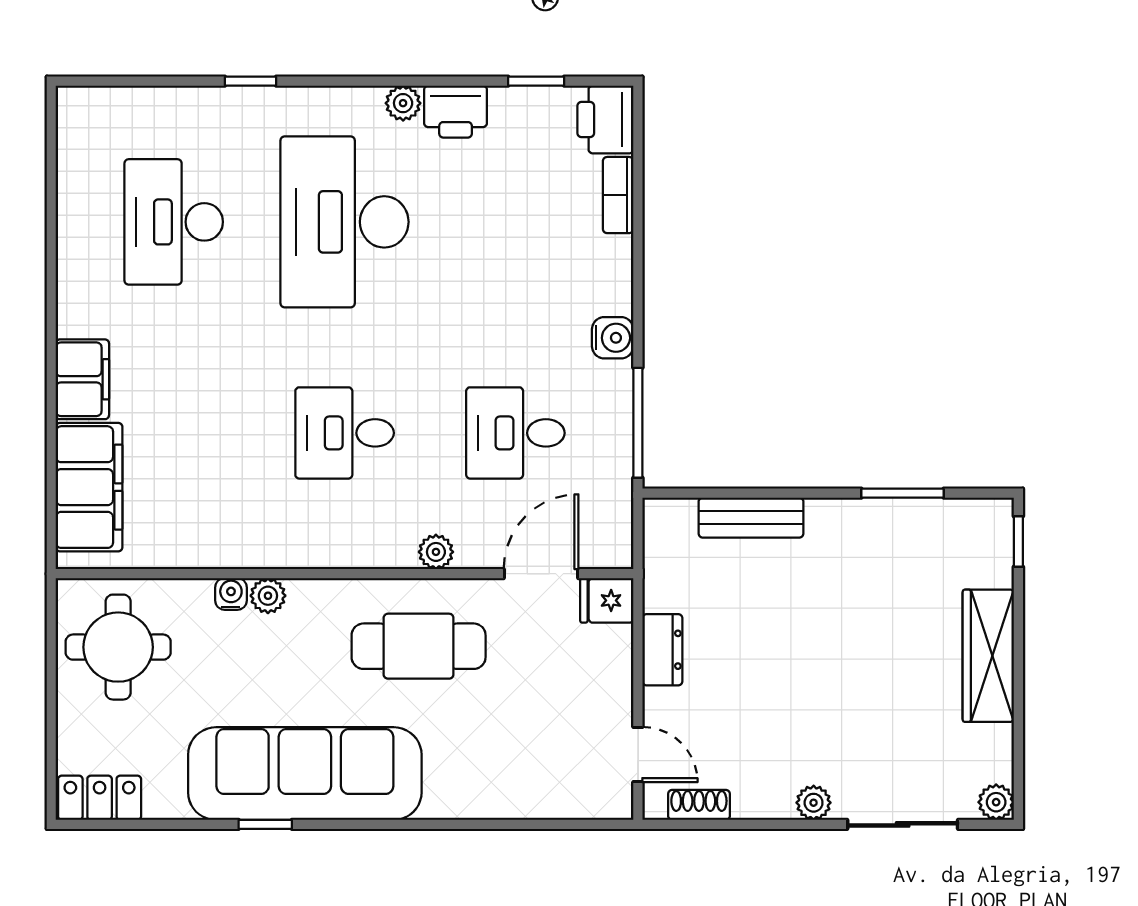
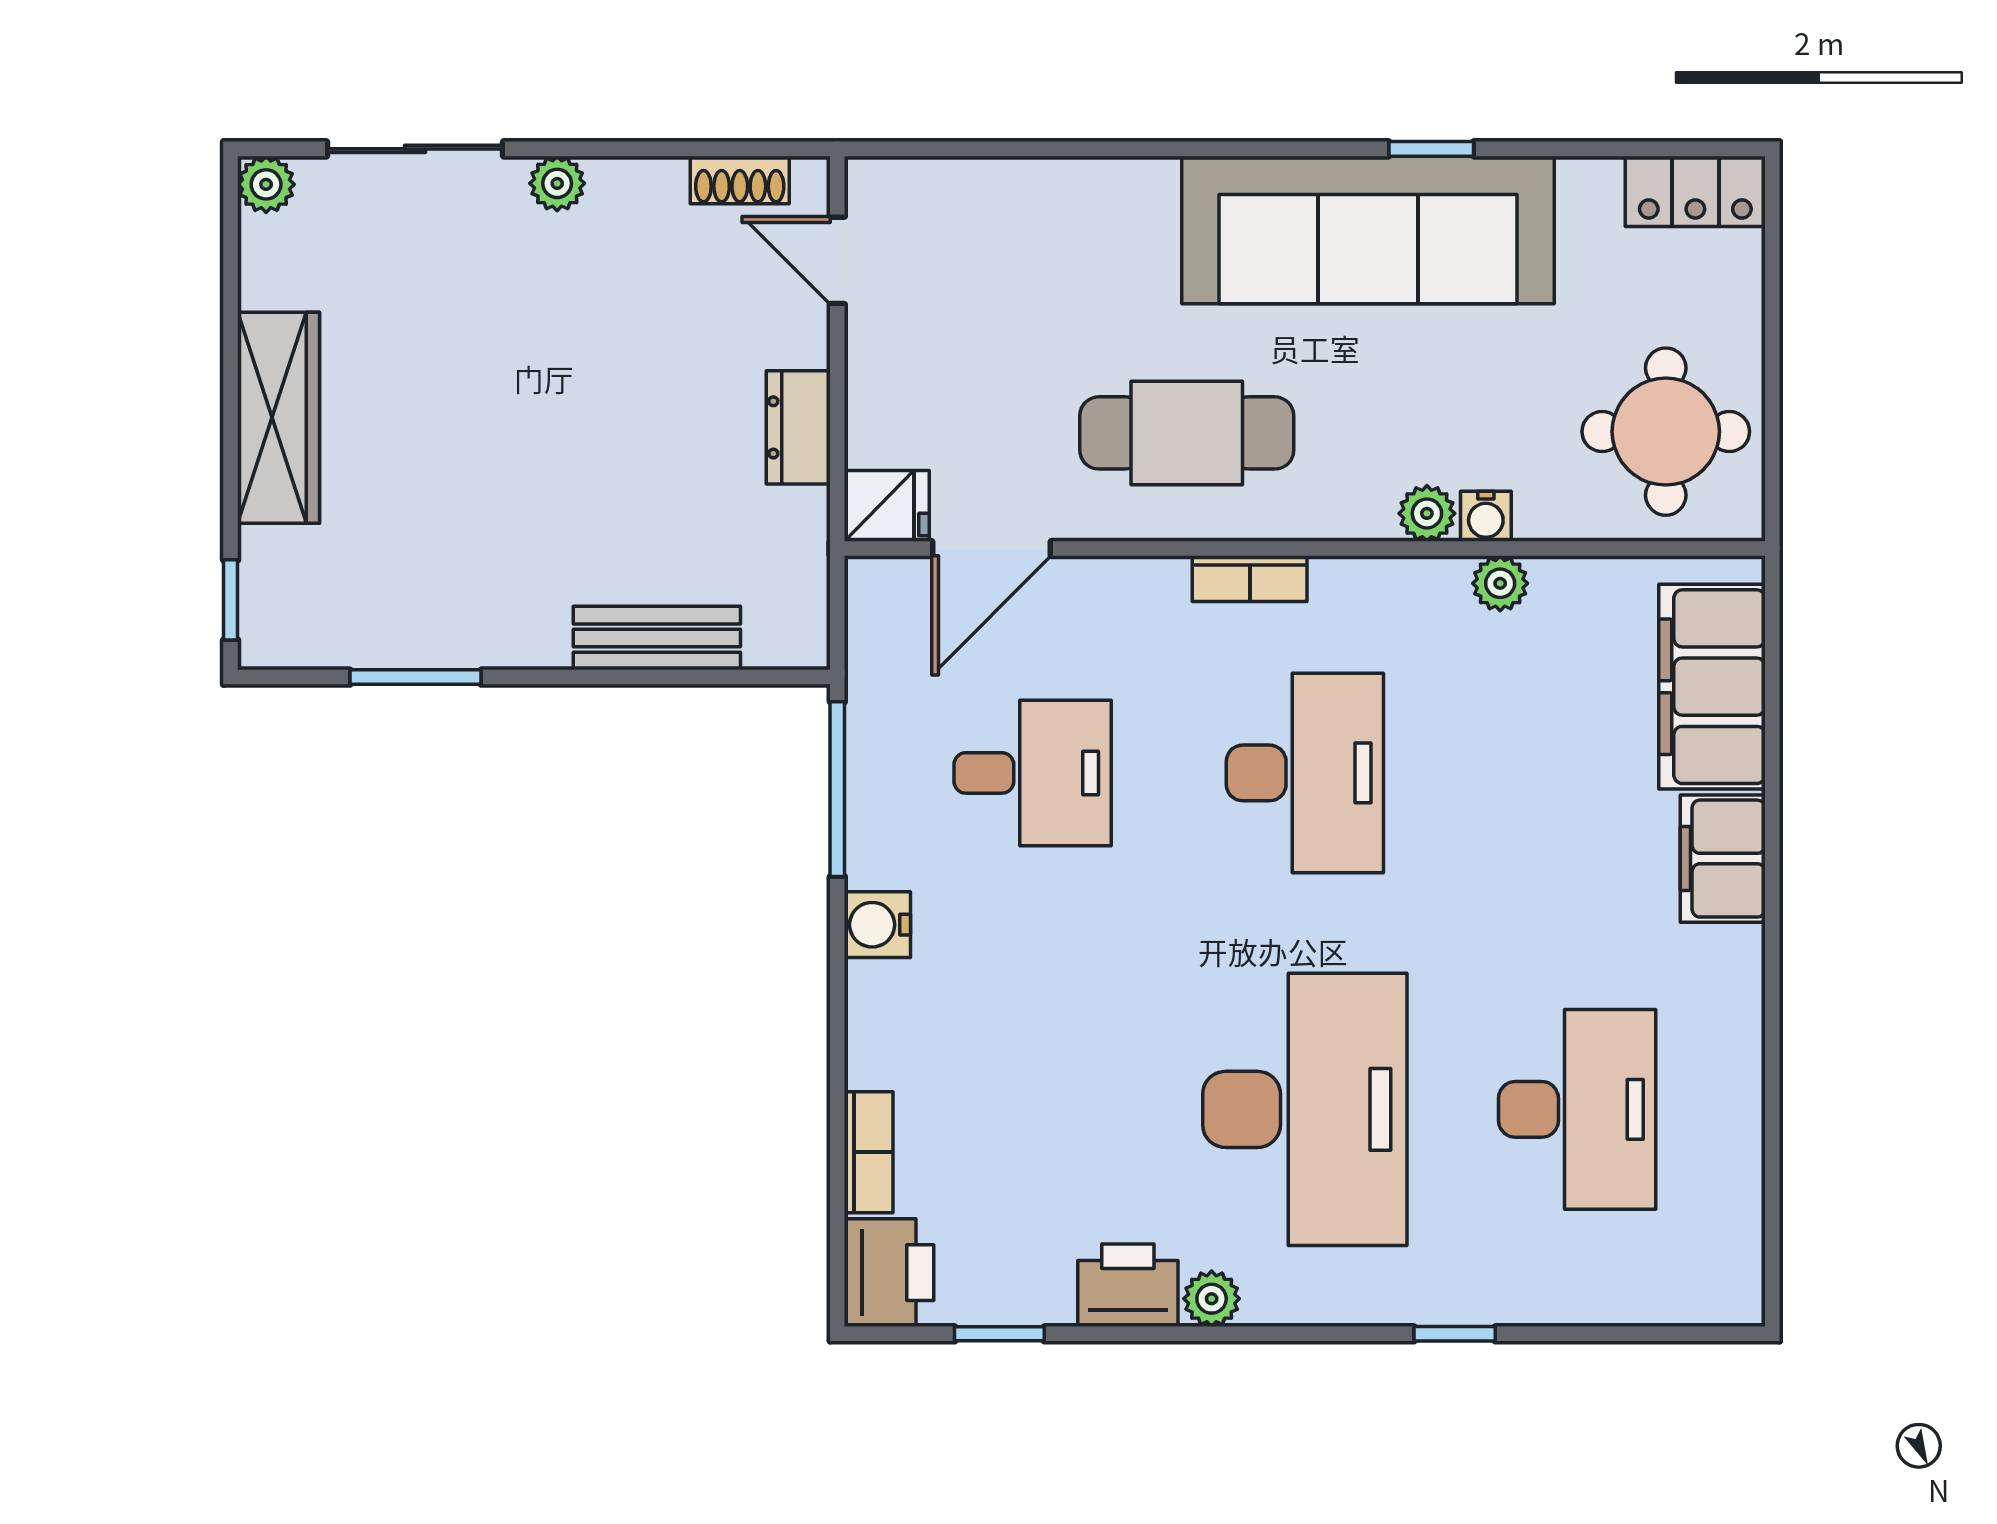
desk: (345, 433) -> (1305, 773), width x1.37
plant: (436, 552) -> (1500, 583), moved
bookcase: (379, 555) -> (1250, 579), added

